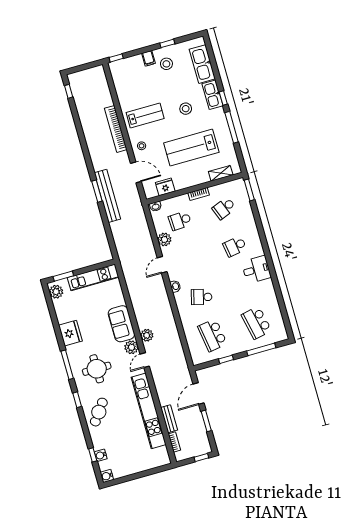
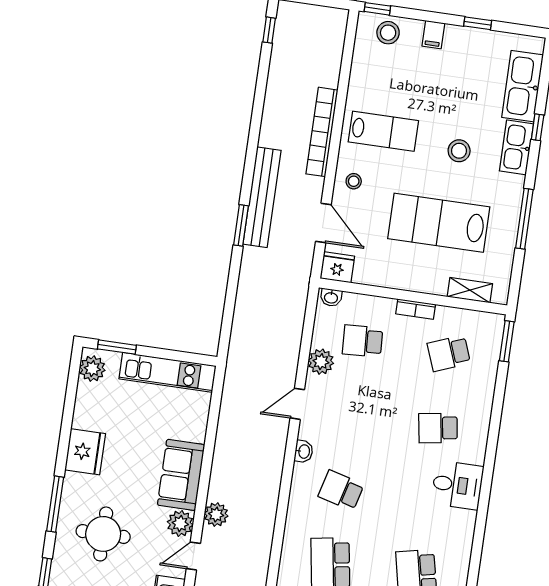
stool: (166, 64) -> (388, 33), moved
window: (223, 98) -> (538, 127), moved
fridge: (165, 187) -> (337, 267), moved
bench: (107, 196) -> (262, 197), moved

